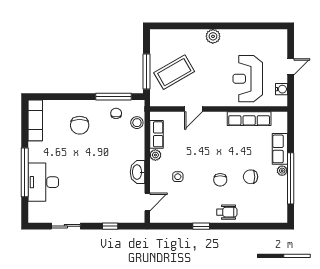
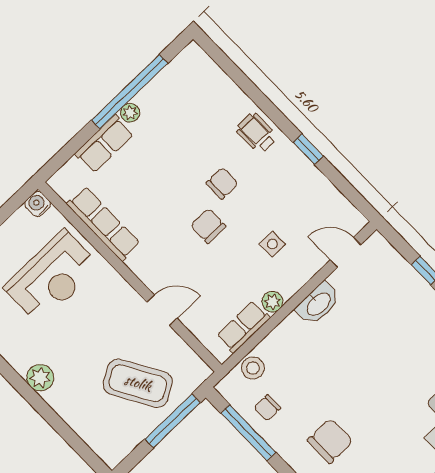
water cooler: (281, 89) -> (38, 204), moved
chair: (251, 177) -> (208, 226), moved, turned 180

